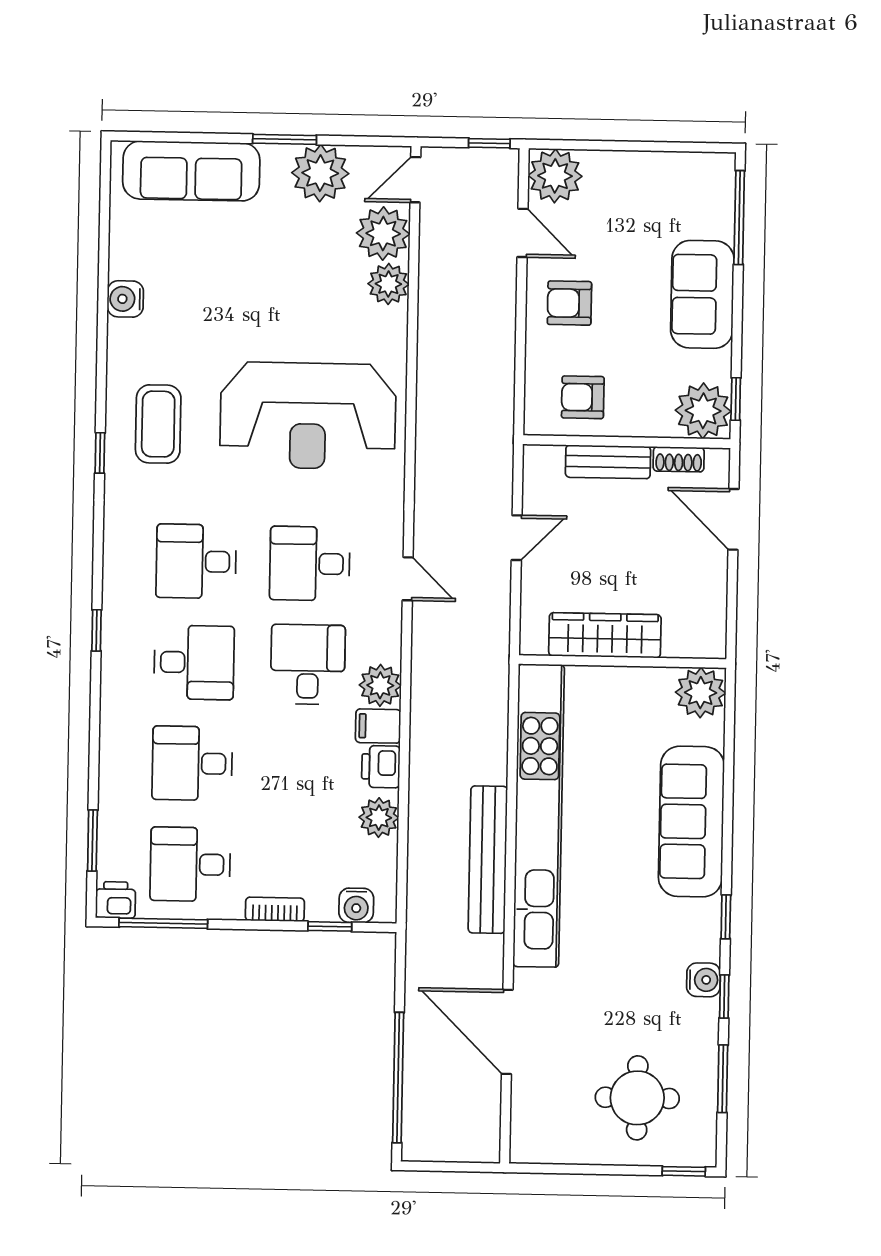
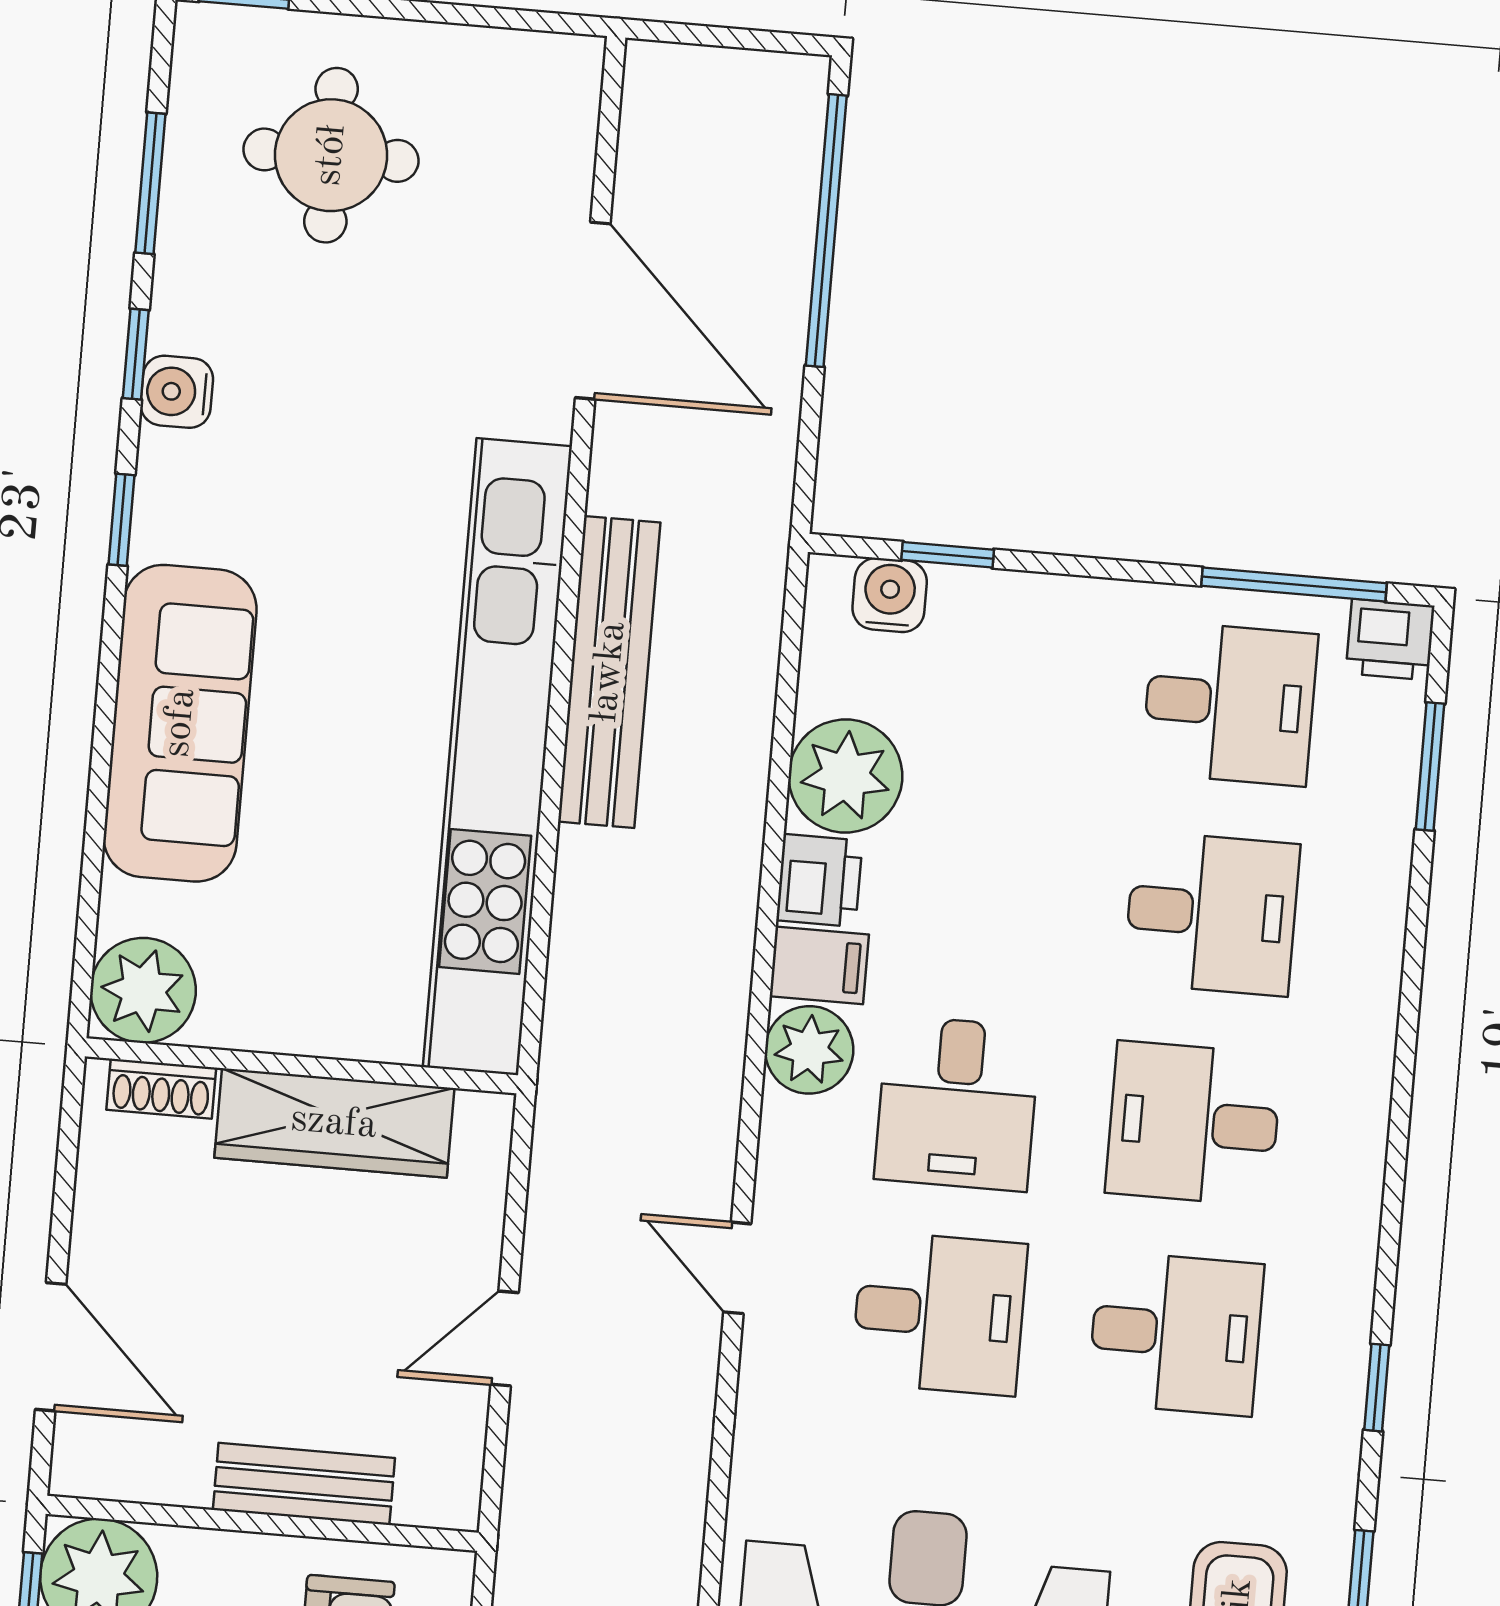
shoe rack: (679, 459) -> (161, 1089), moved, turned 180
window: (97, 630) -> (1377, 1388), moved
plant: (379, 818) -> (845, 776), width x1.36, depth x1.36
bookcase: (275, 909) -> (1060, 598), removed

